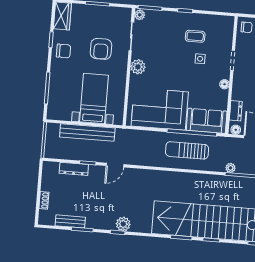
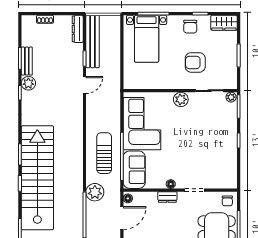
coffee table: (195, 36) -> (215, 152), removed
side table: (200, 59) -> (193, 159), removed
bed with nightstands: (94, 99) -> (147, 39), moved, turned 90
dresser: (236, 111) -> (167, 197), moved
bench: (87, 132) -> (93, 42), moved
door: (115, 165) -> (85, 85), swing flipped
plant: (231, 168) -> (95, 192), width x1.88, depth x1.88
dresser: (74, 169) -> (78, 29), moved
bench: (70, 221) -> (27, 61), moved
plant: (123, 224) -> (28, 83), moved

